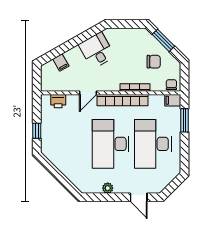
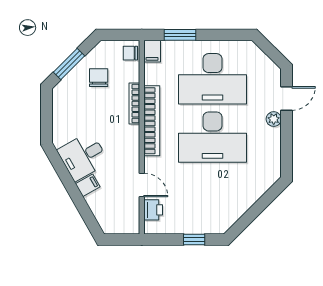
filing cabinet: (61, 62) -> (88, 185), moved
door: (88, 93) -> (142, 185), moved
plant: (108, 188) -> (274, 119), moved

